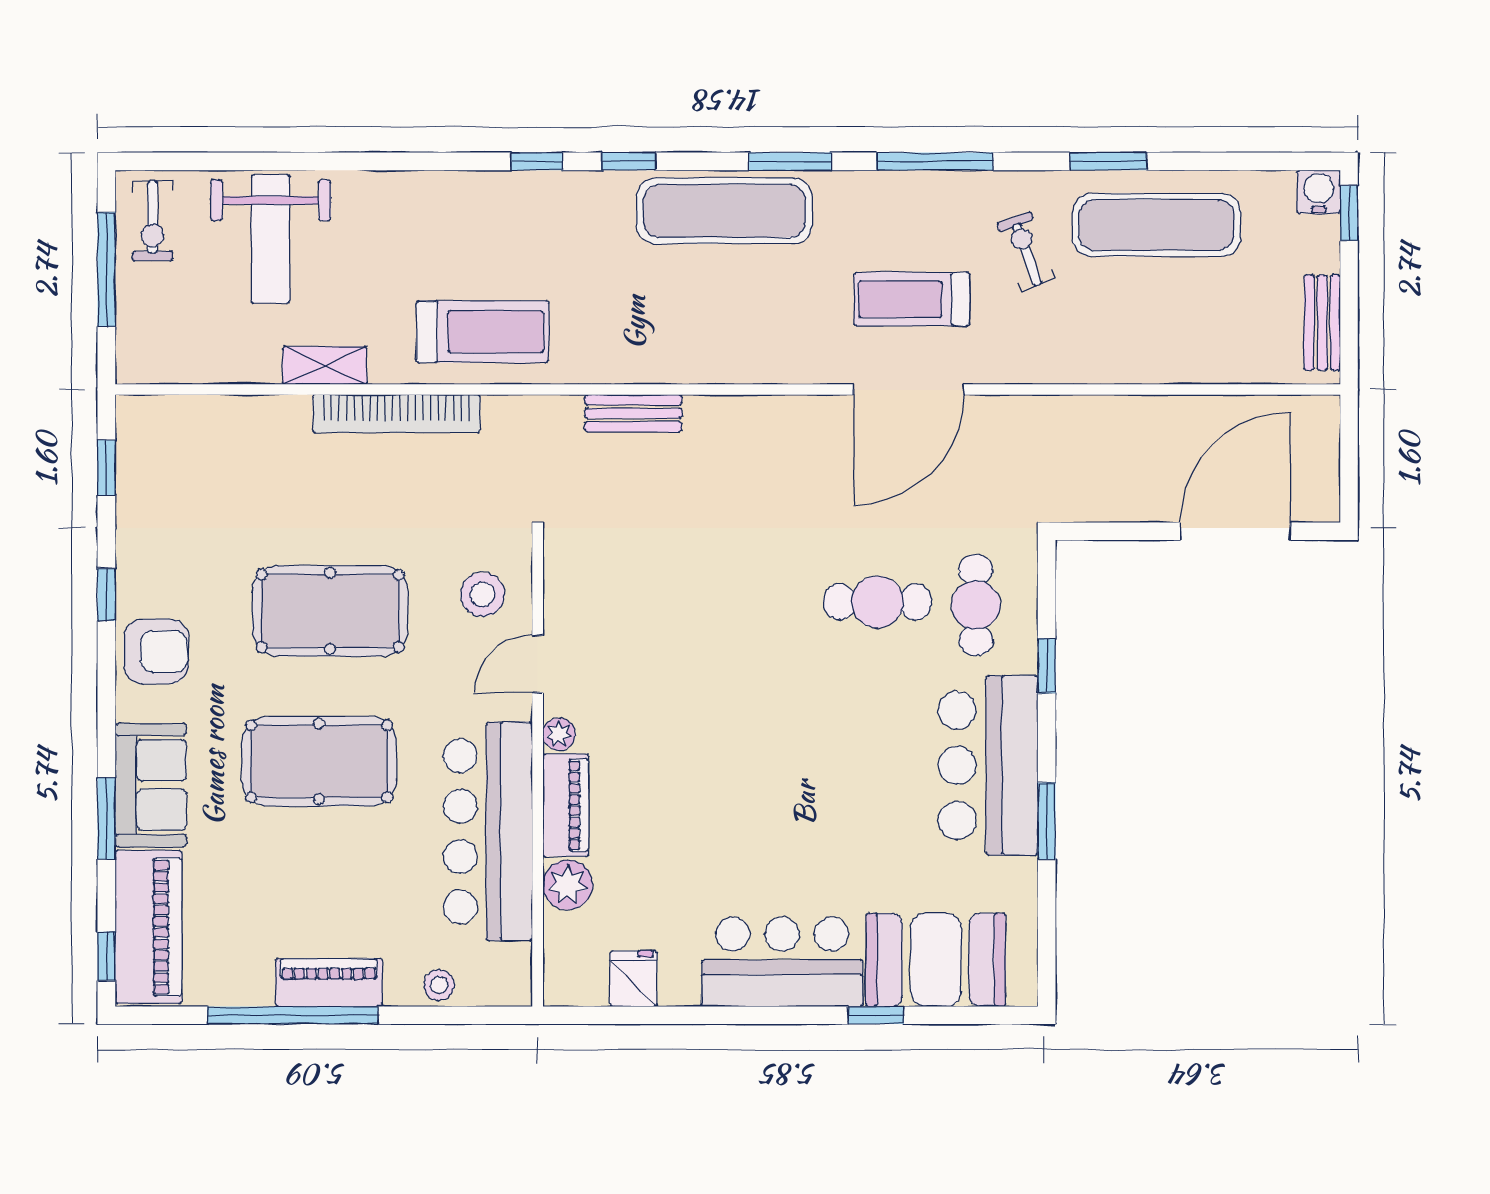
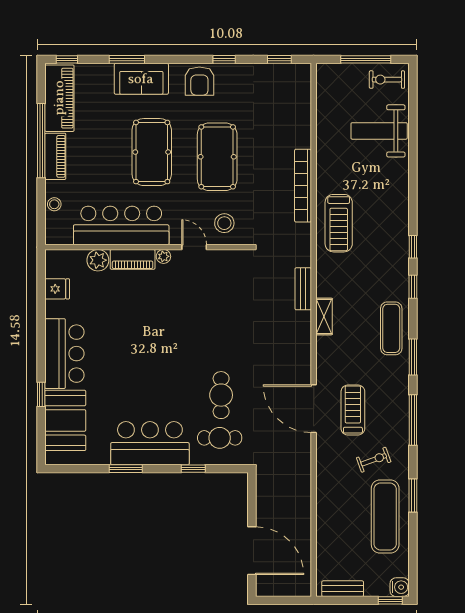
exercise mat: (724, 211) -> (391, 328), width x0.73, depth x0.69
shelving: (325, 365) -> (324, 316), moved
piano: (148, 927) -> (59, 98), moved, turned -90

